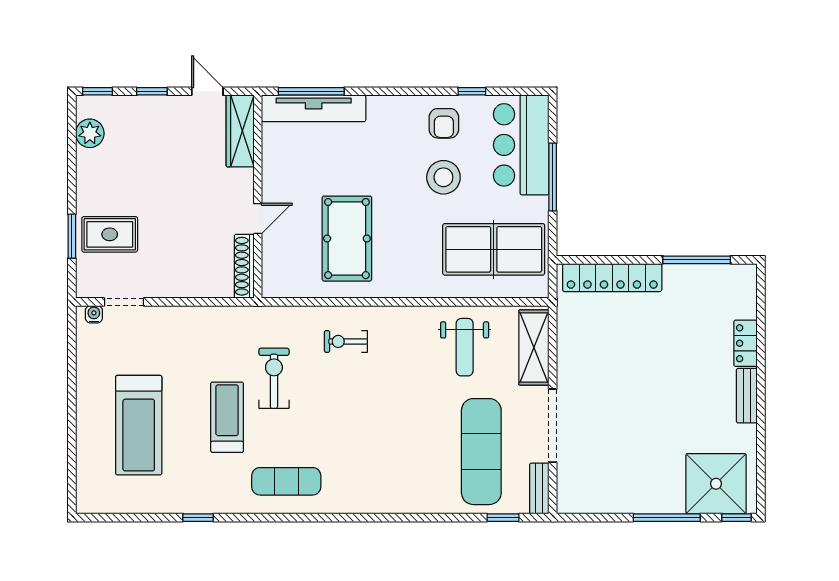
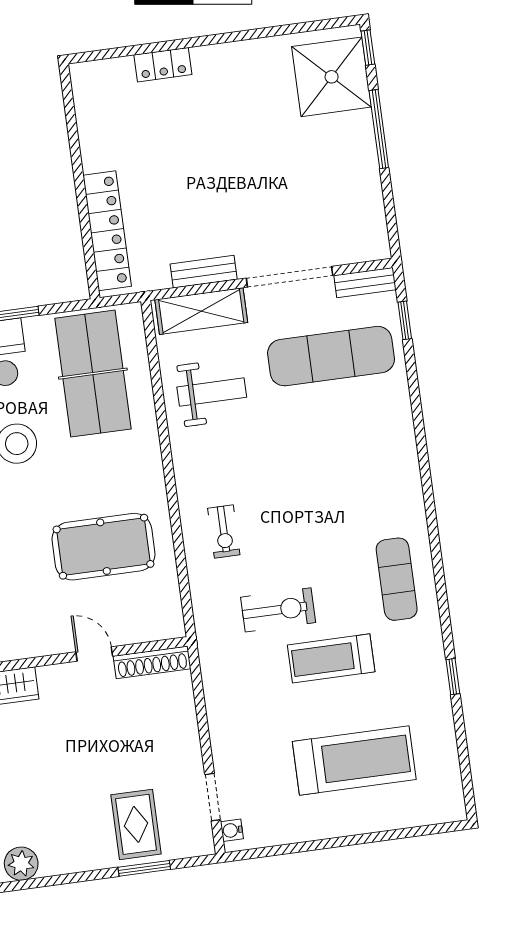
window: (697, 260) -> (73, 135), removed
exercise bike: (274, 378) -> (278, 610), turned 180
bench: (747, 396) -> (204, 272), moved

